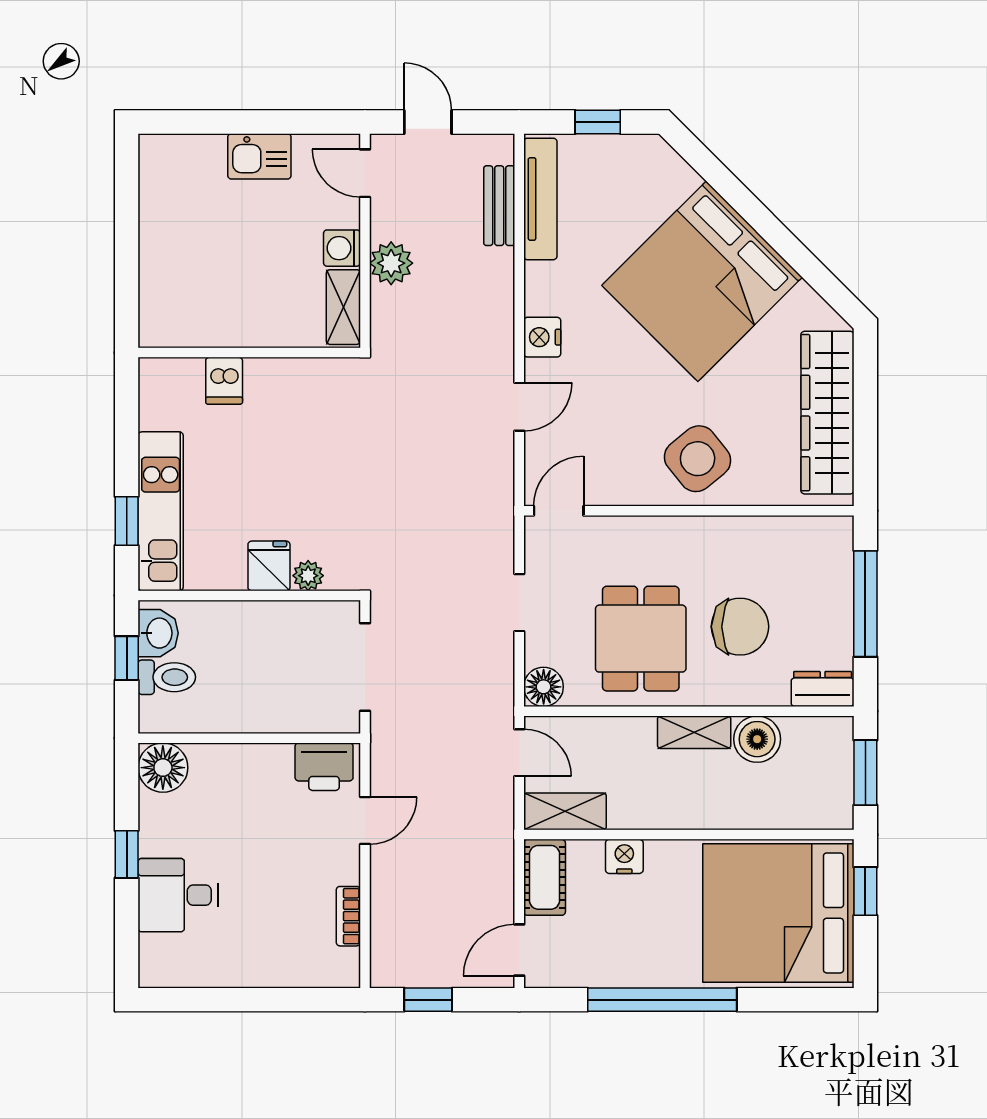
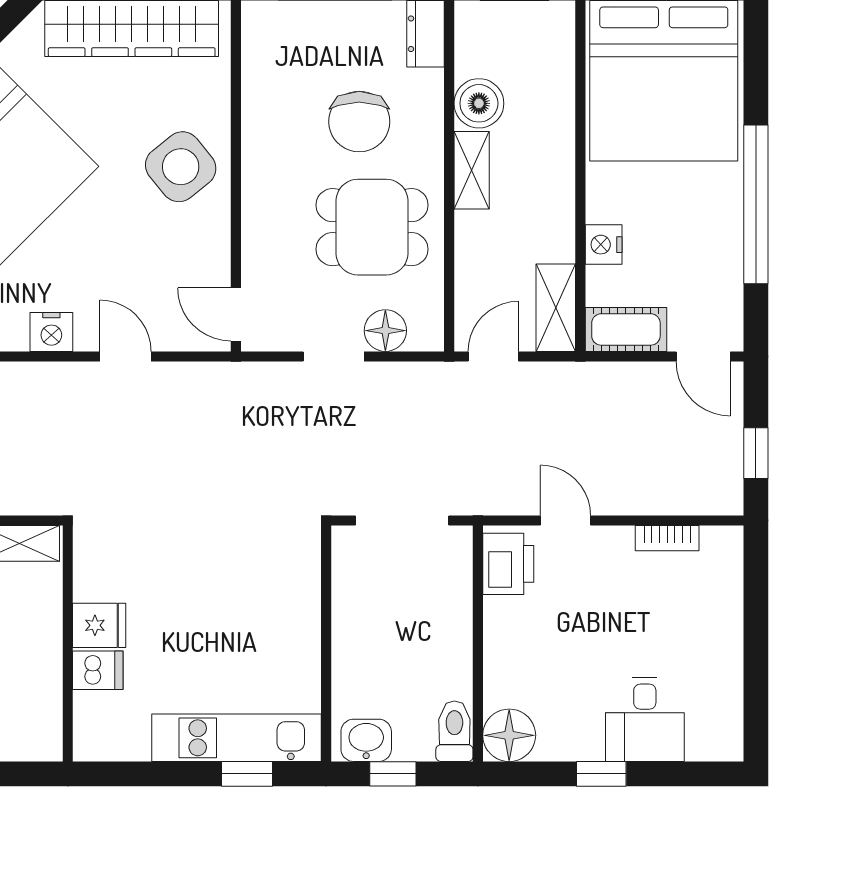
fridge: (269, 566) -> (99, 625), moved, turned 180
plant: (308, 576) -> (305, 581), removed
chair: (740, 627) -> (359, 122), turned 180
toilet: (167, 677) -> (454, 731), moved
floor lamp: (544, 687) -> (385, 331), moved

